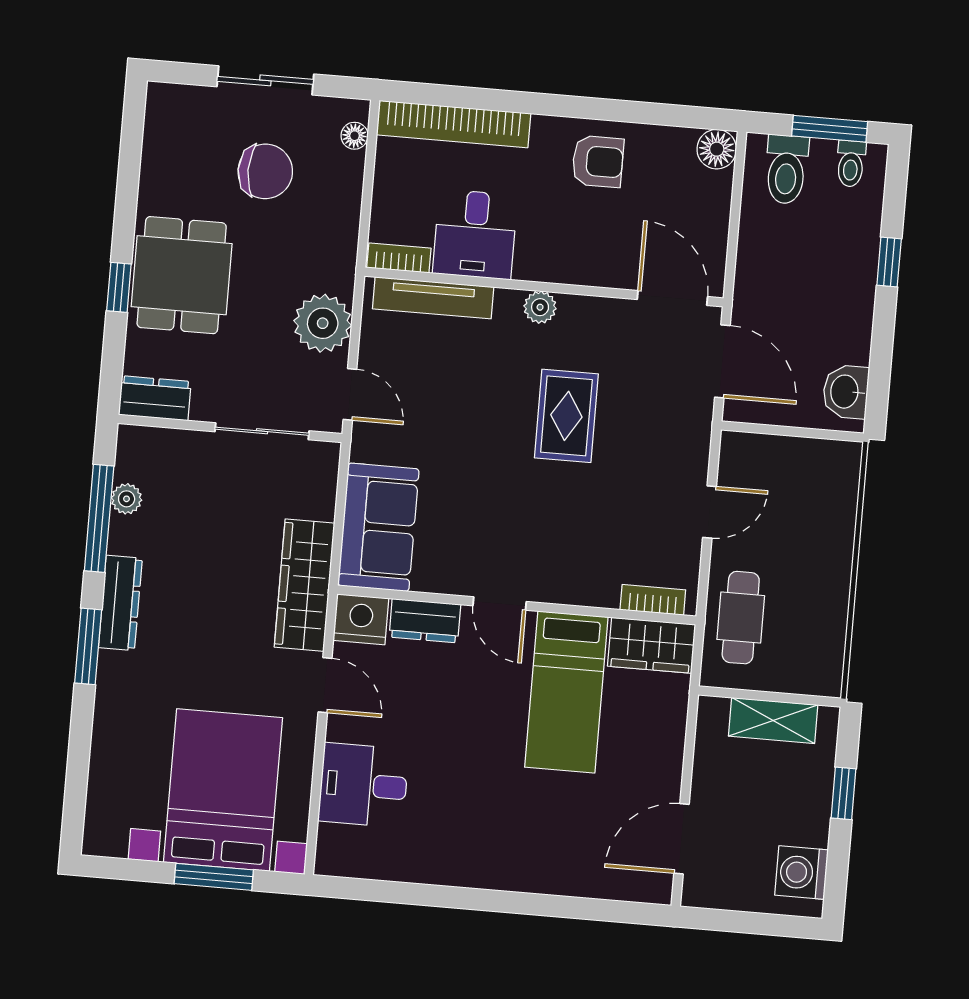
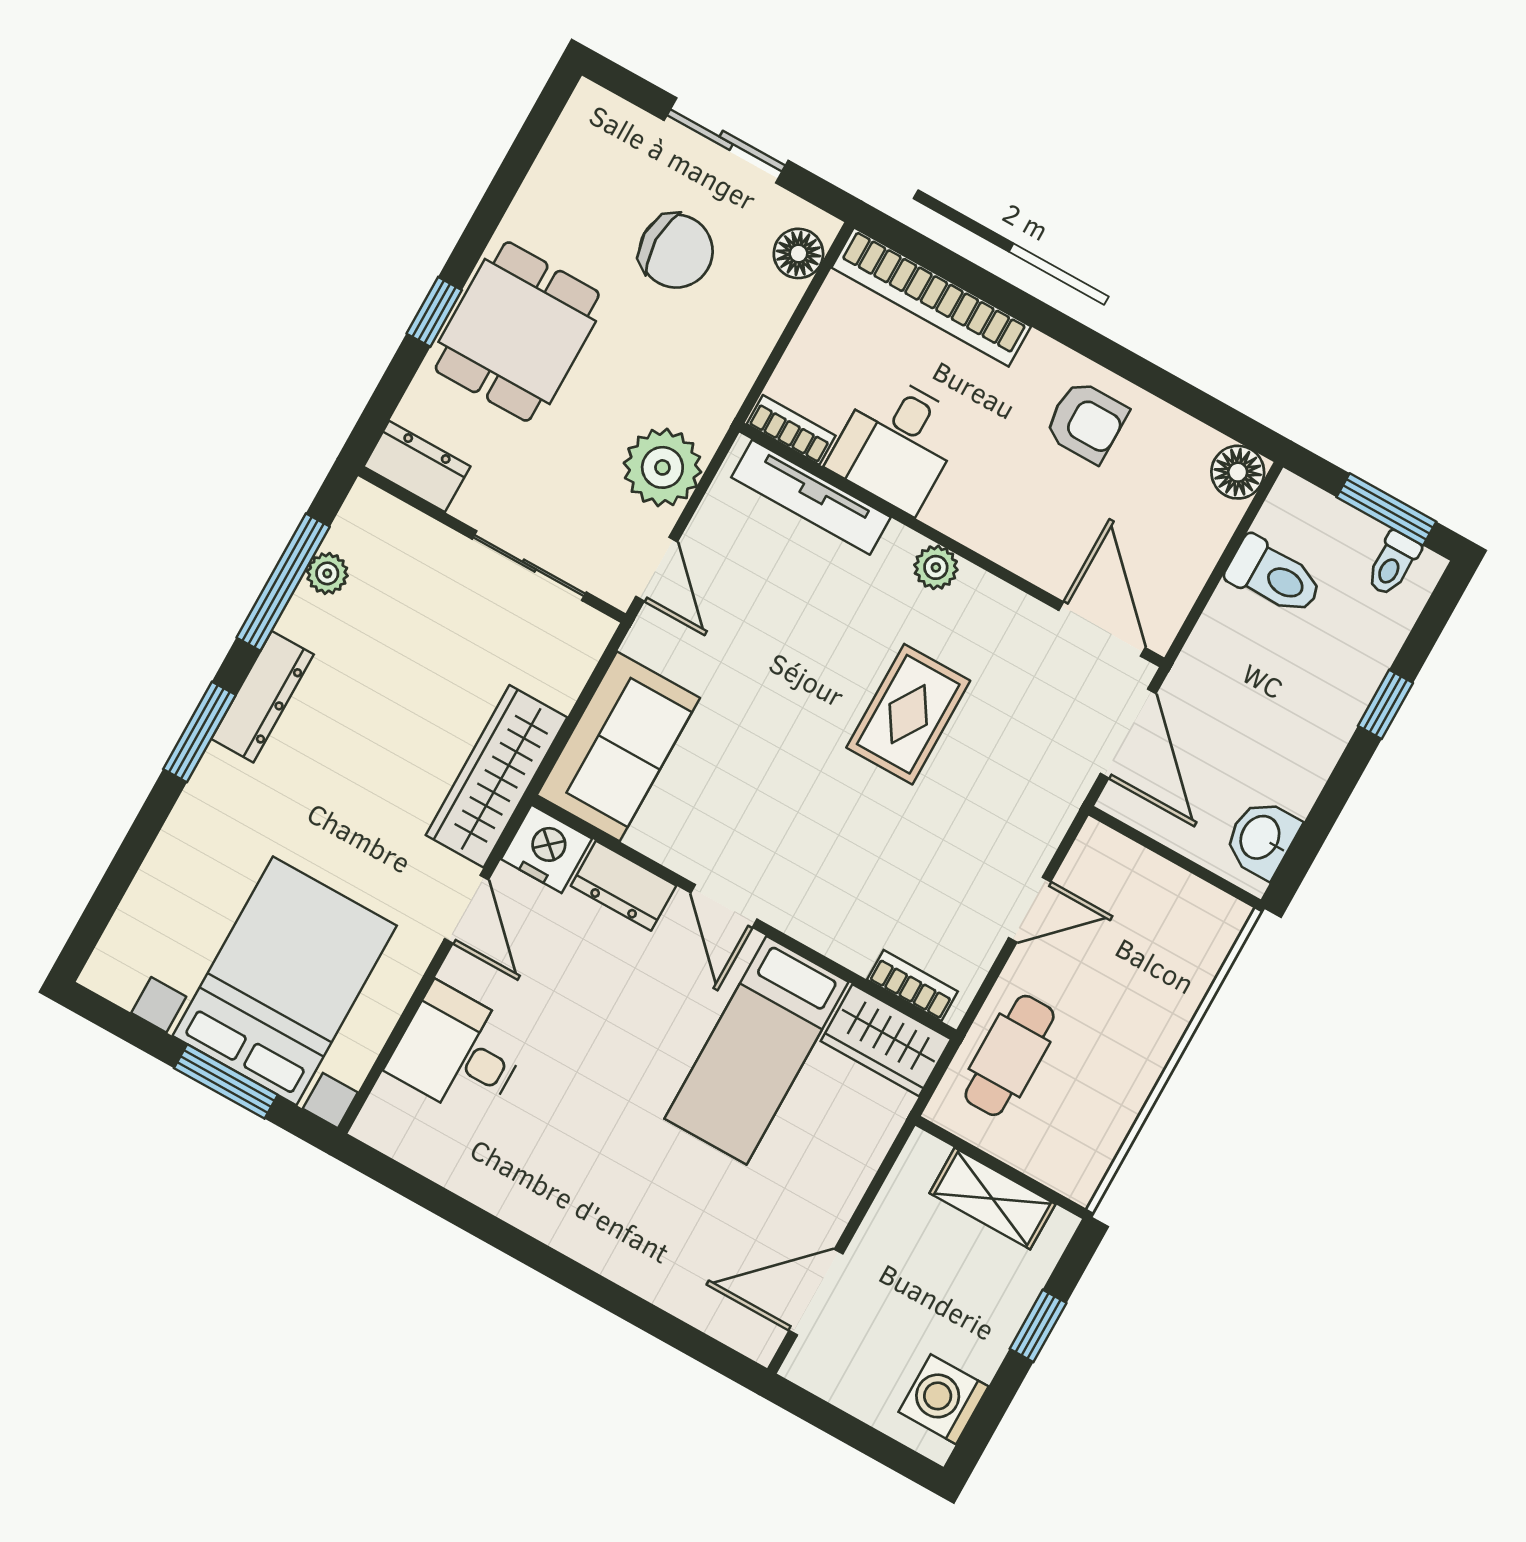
floor lamp: (355, 136) -> (798, 253), width x1.37, depth x1.37
toilet: (786, 169) -> (1274, 576), moved, turned -90

